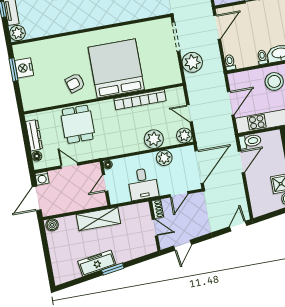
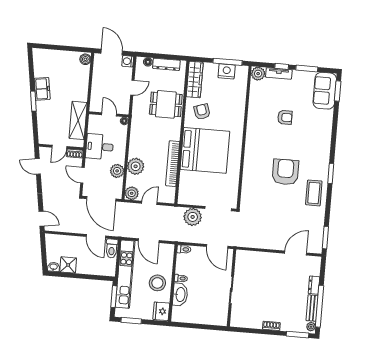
window: (14, 70) -> (228, 62), width x1.44
wardrobe: (42, 100) -> (195, 80), added
shelving: (98, 219) -> (78, 120), moved
freezer: (97, 263) -> (42, 89), width x0.71

